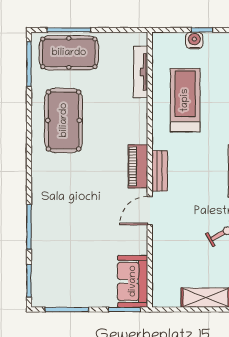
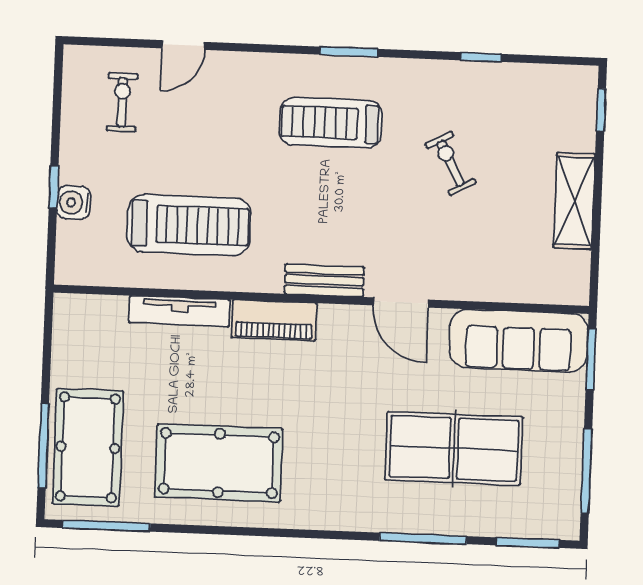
tv unit: (141, 72) -> (179, 311), moved
treadmill: (185, 100) -> (189, 225), turned 180
piano: (138, 166) -> (274, 320), moved
table tennis table: (76, 241) -> (454, 448), added
sofa: (133, 281) -> (519, 341), width x1.36

